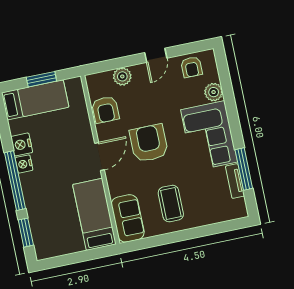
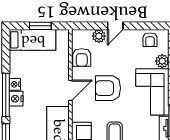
door: (156, 55) -> (115, 26), moved
armchair: (149, 143) -> (108, 88), turned -90
nightstand: (22, 144) -> (16, 99), moved

